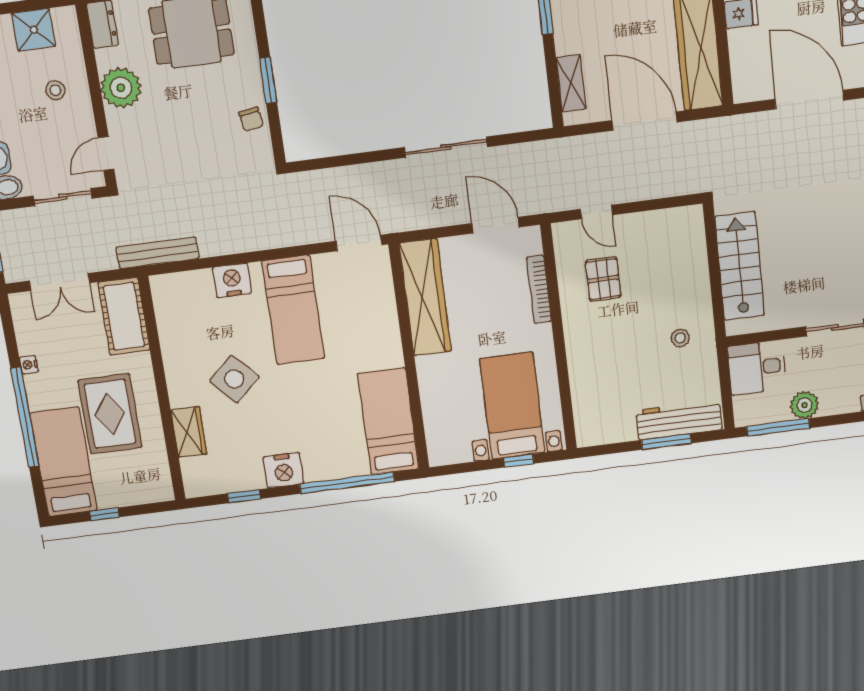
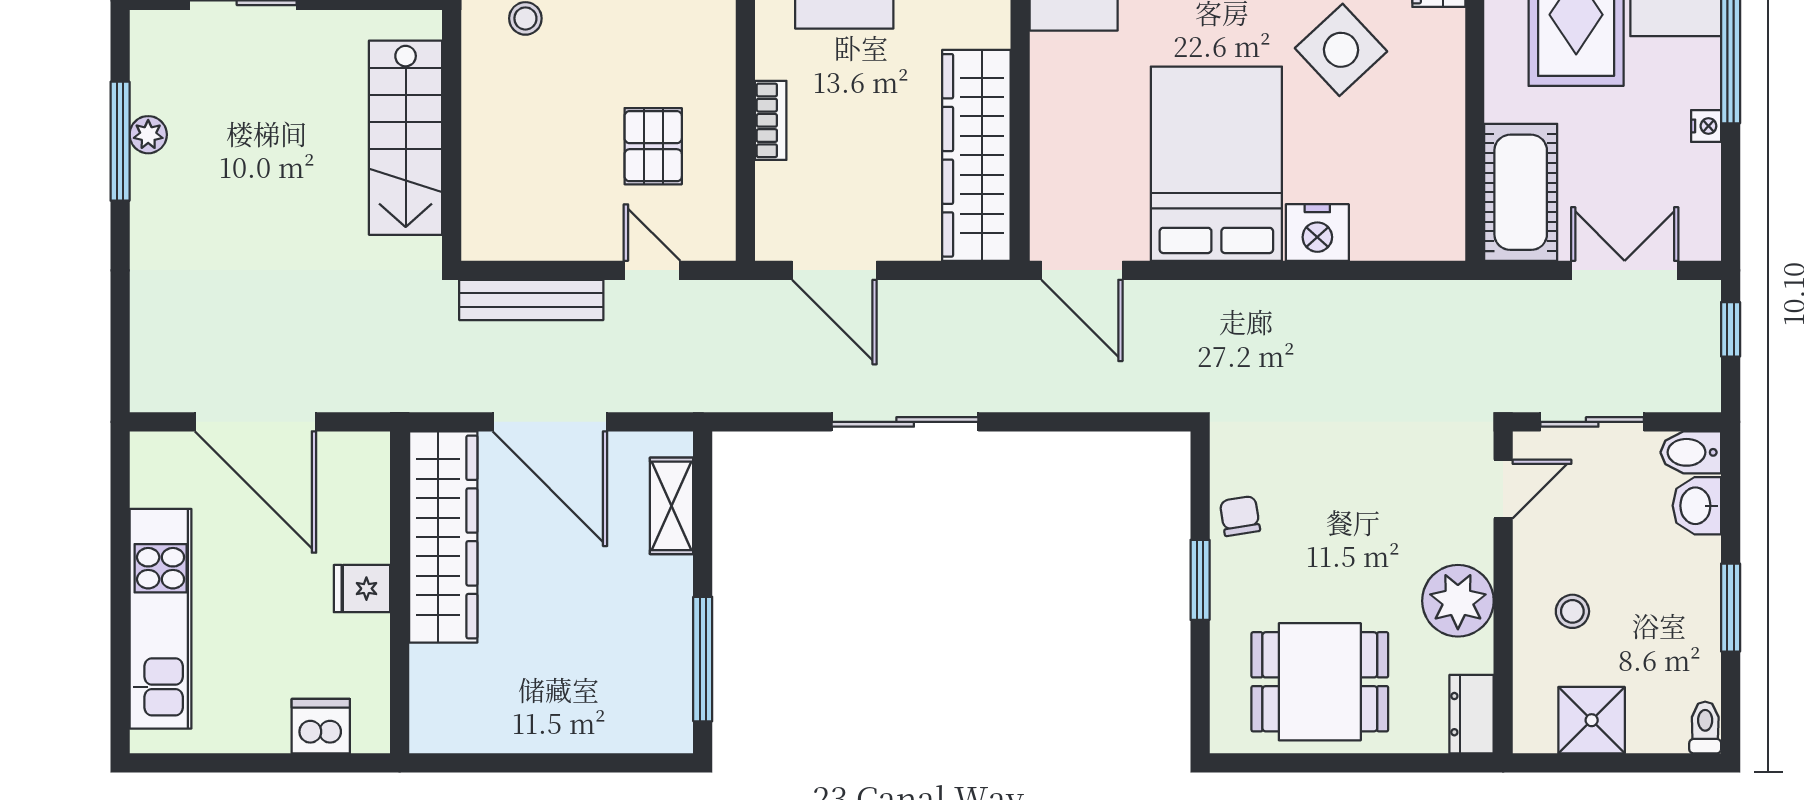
bench: (157, 253) -> (531, 300), moved
bookcase: (539, 289) -> (771, 120), width x0.64
bed: (293, 310) -> (1216, 164), width x1.50

